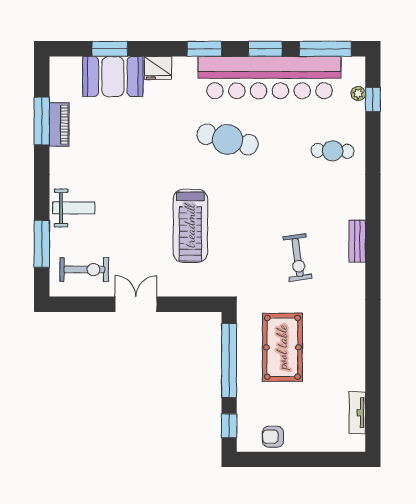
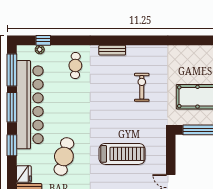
window: (265, 49) -> (12, 107), width x1.44
cafe table: (228, 139) -> (64, 156), moved
bench: (357, 241) -> (112, 50), moved
exercise bike: (298, 258) -> (142, 87), turned -82

